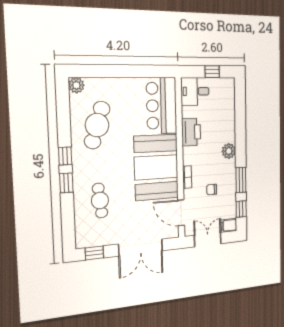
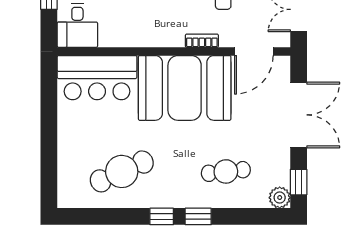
plant: (76, 85) -> (280, 198), moved
cafe table: (97, 125) -> (122, 171), turned -42
printer: (191, 132) -> (136, 33), removed

